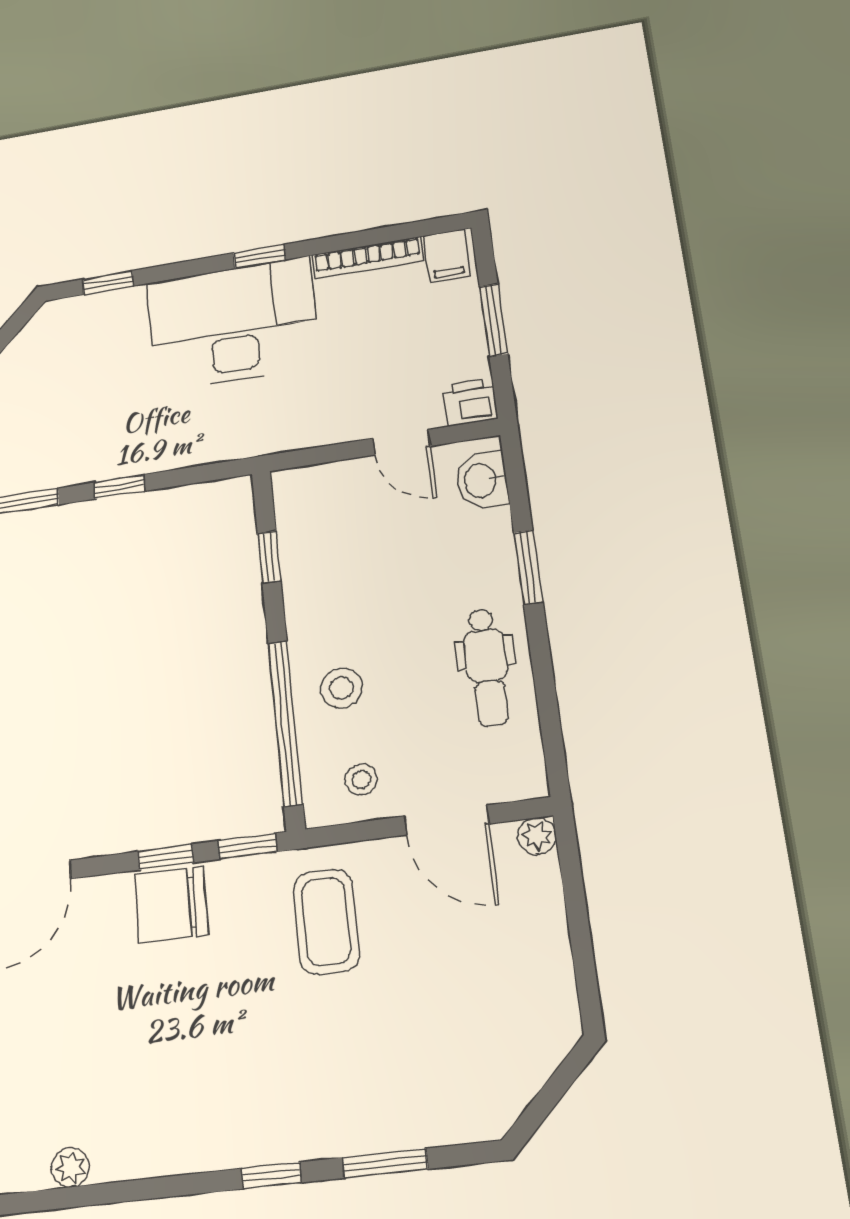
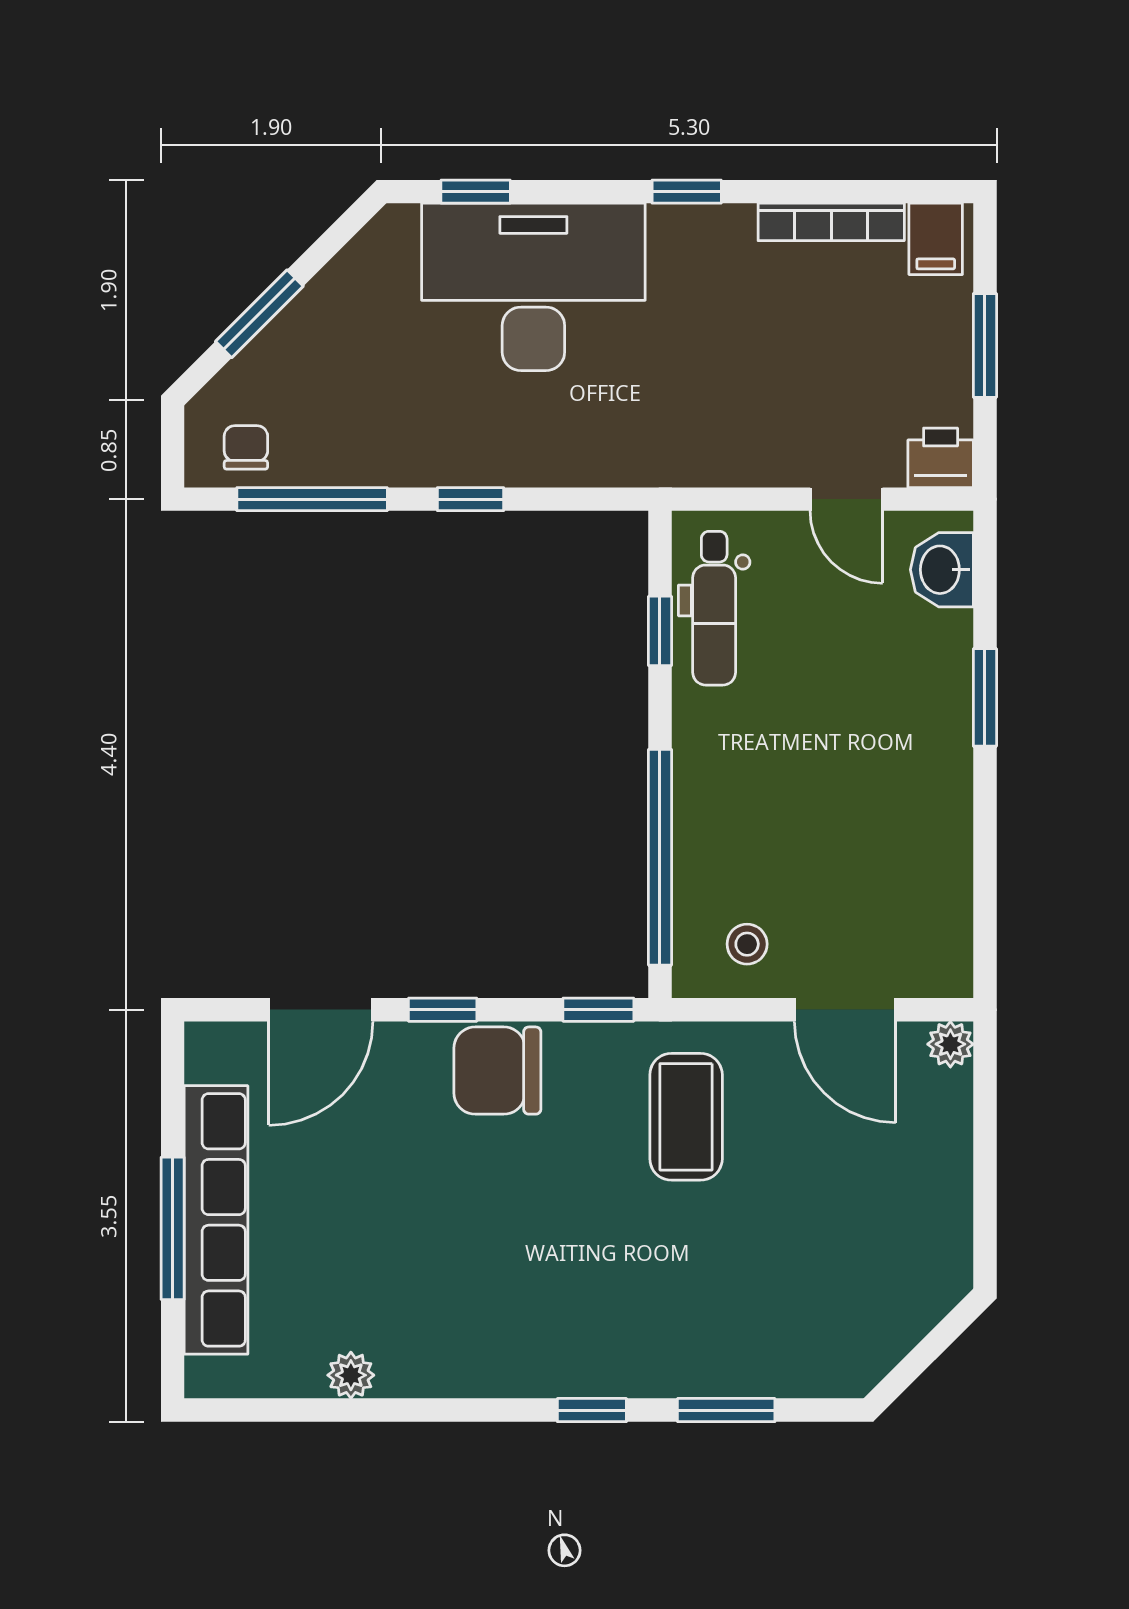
desk: (233, 324) -> (533, 287), moved
dental chair: (487, 667) -> (714, 608), moved
stool: (341, 688) -> (735, 822), removed
window: (166, 857) -> (443, 1010), moved

